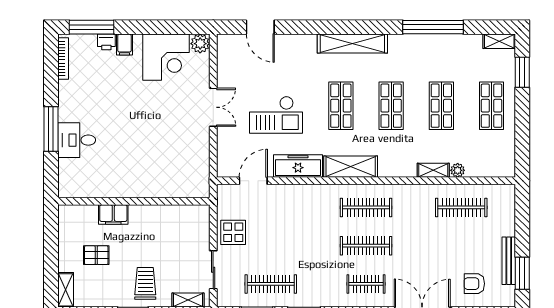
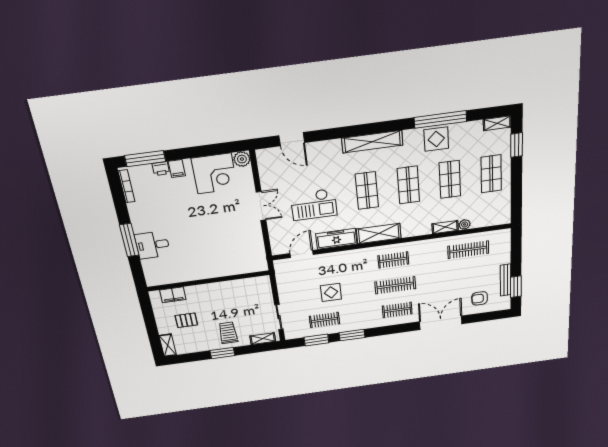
display table: (427, 51) -> (436, 139), added
clothes rail: (366, 207) -> (393, 260), width x0.73
filing cabinet: (113, 215) -> (173, 295), moved
display table: (233, 232) -> (331, 292), moved
clothes rail: (271, 284) -> (324, 320), width x0.73

